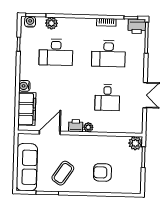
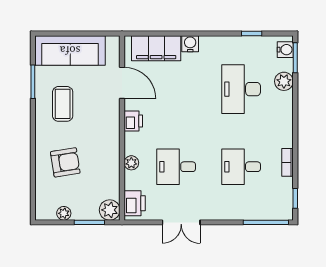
printer: (137, 26) -> (135, 203), moved, turned 180
desk: (108, 54) -> (241, 167), width x0.73
plant: (88, 127) -> (131, 163), moved
armchair: (102, 172) -> (65, 162), turned 81
coffee table: (63, 173) -> (63, 104), turned 56
plant: (137, 174) -> (64, 213), added

